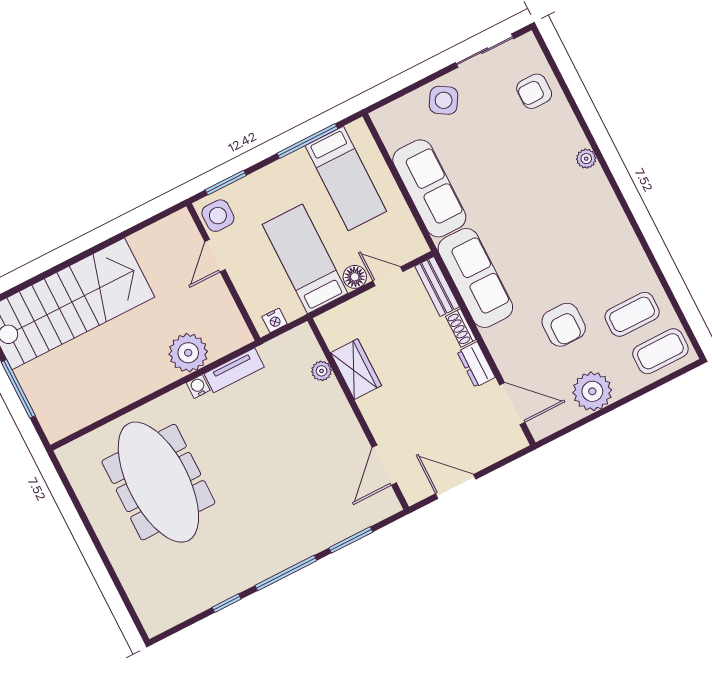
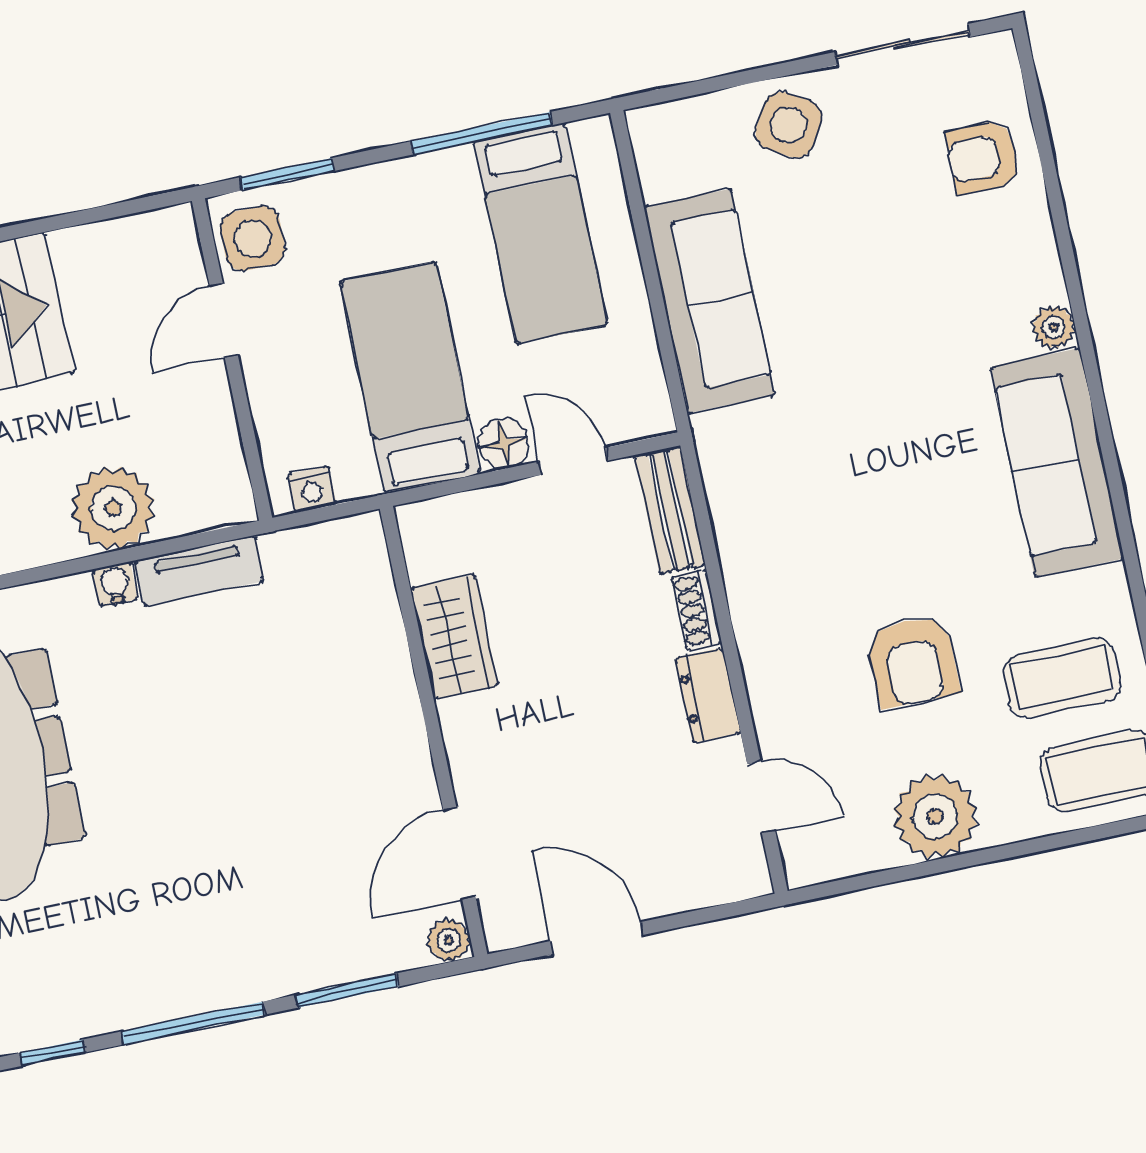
sofa: (475, 278) -> (1057, 463), moved, turned 180
plant: (322, 371) -> (449, 940), moved
door: (512, 404) -> (761, 797), width x0.73

